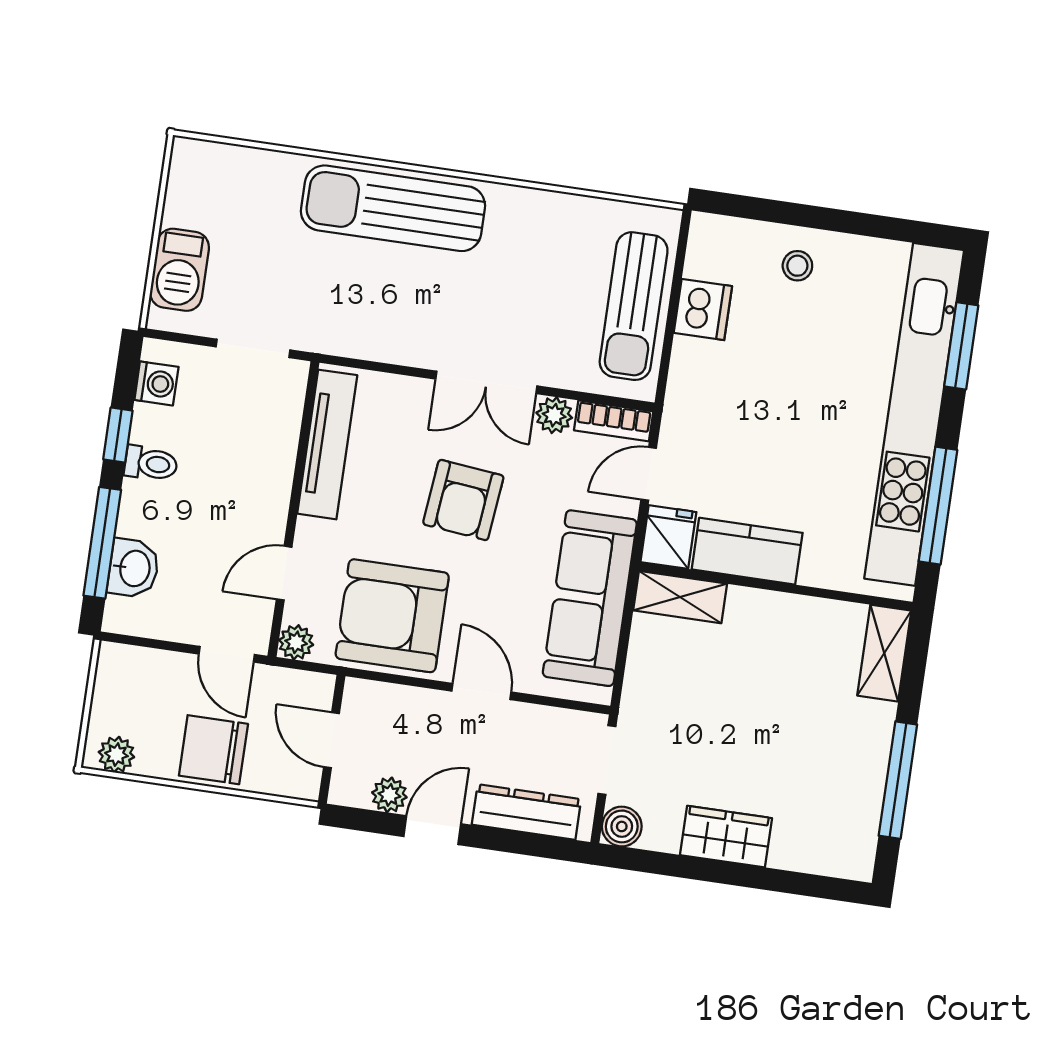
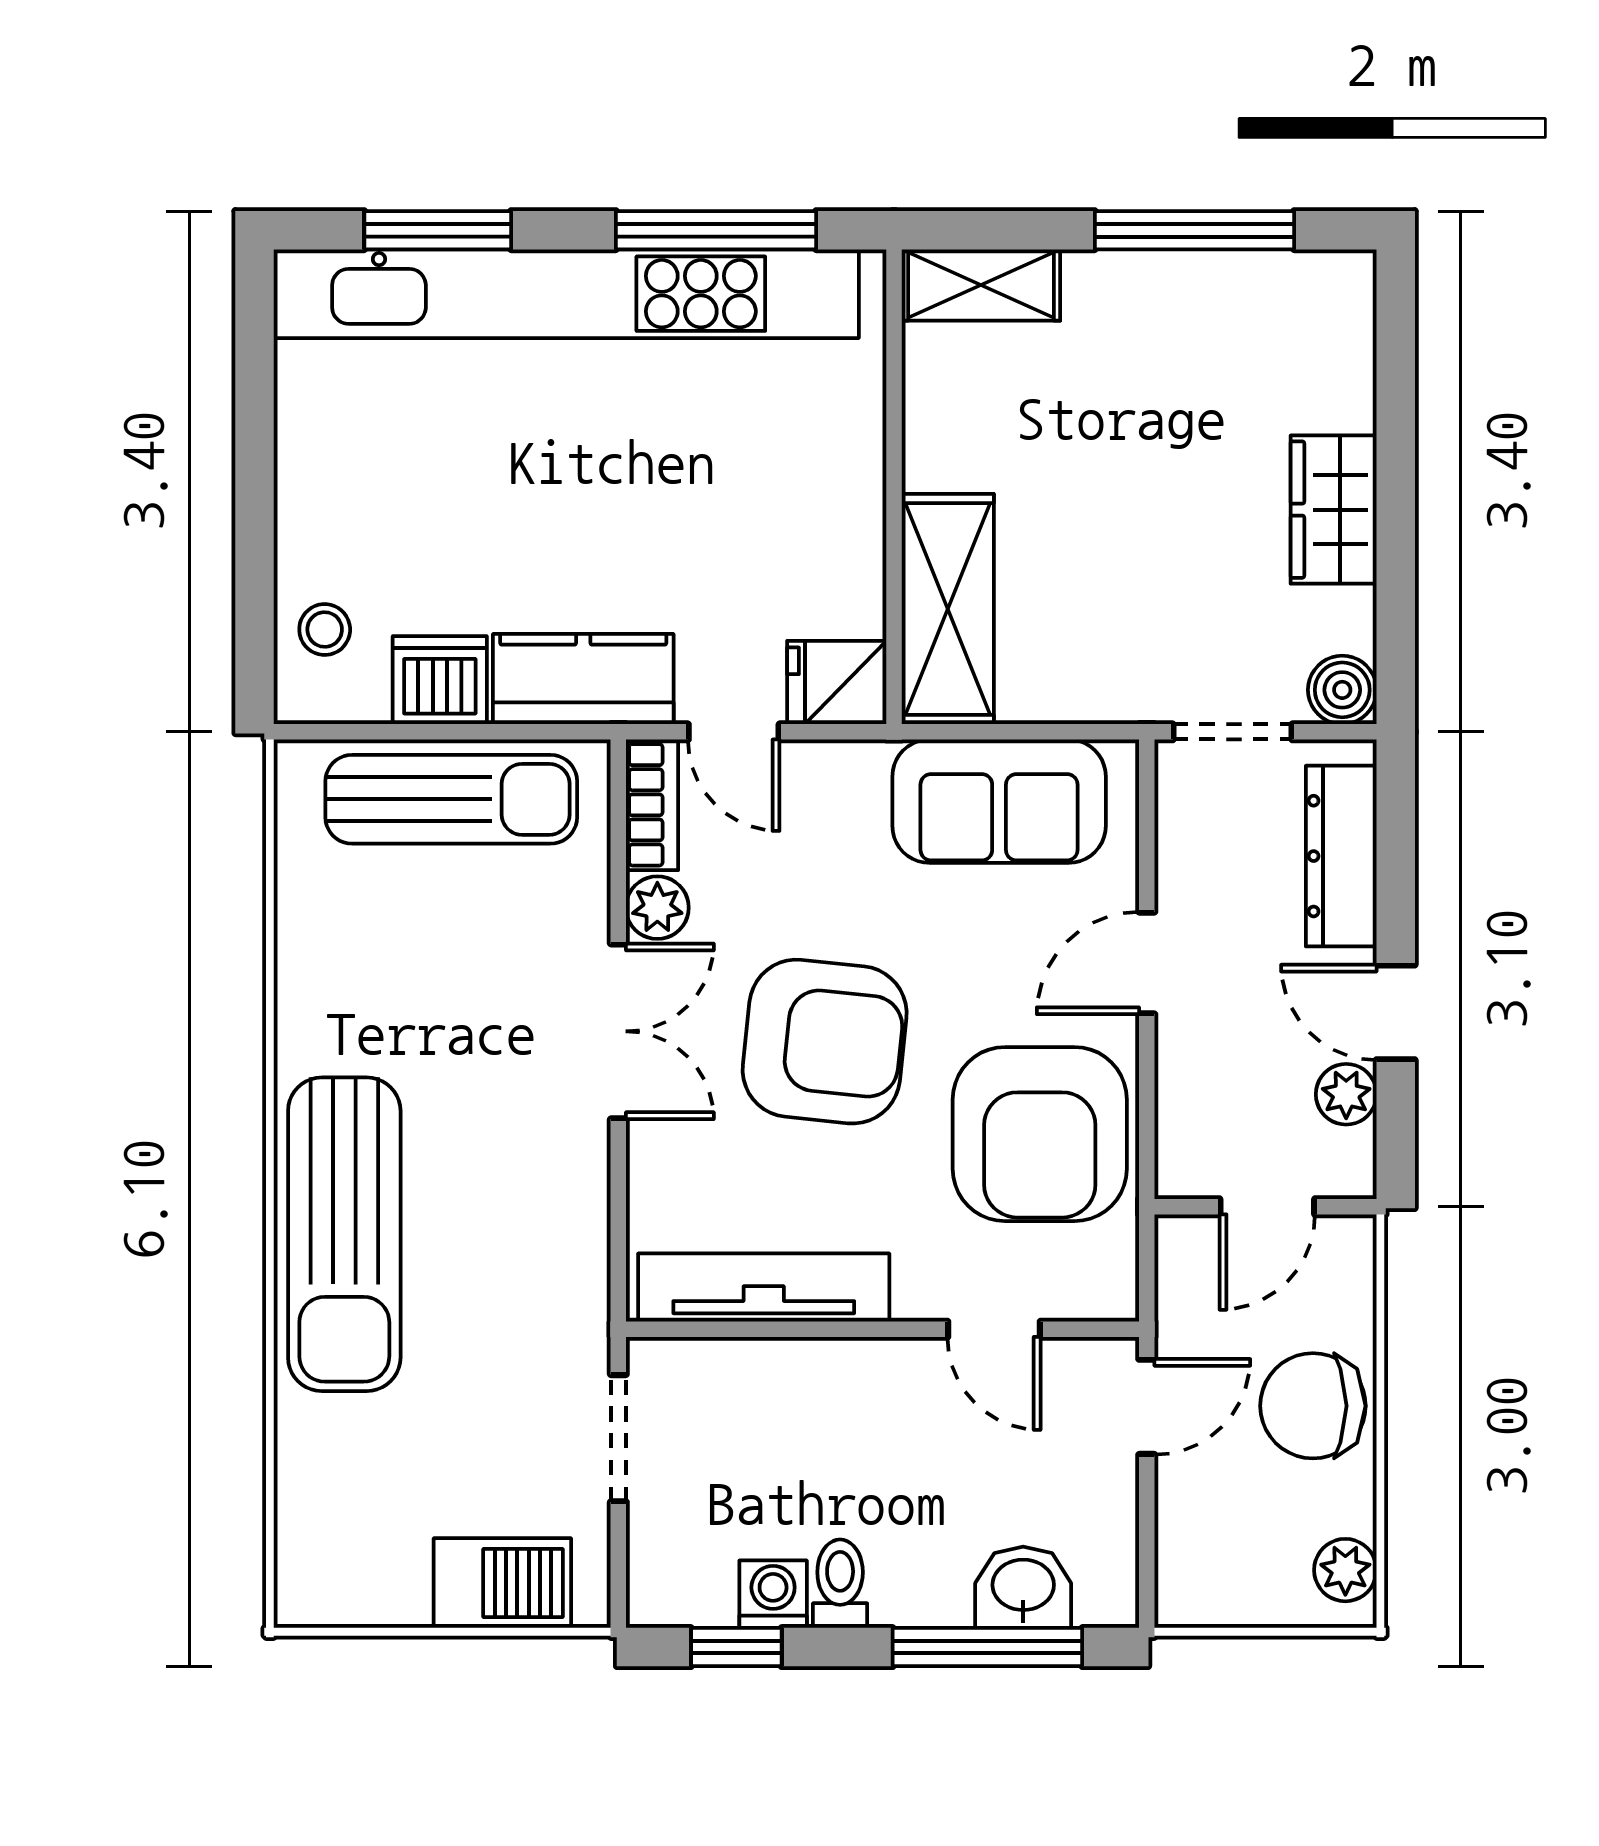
stool: (797, 266) -> (325, 630), moved
washing machine: (156, 383) -> (773, 1594), moved
window: (118, 435) -> (736, 1647), moved
armchair: (463, 500) -> (825, 1042), width x1.36, depth x1.36
kitchen counter: (747, 551) -> (583, 679), moved, turned 90
shelving: (680, 597) -> (948, 609), width x1.50, depth x1.33
sofa: (590, 598) -> (999, 801), width x0.73
plant: (296, 642) -> (1109, 1292), removed
chair: (213, 750) -> (1313, 1406), turned 90

